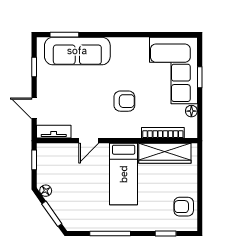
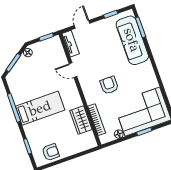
armchair: (124, 101) -> (109, 85), turned 180
wardrobe: (165, 153) -> (81, 120), width x0.67
bed: (124, 174) -> (40, 108), moved, turned 180
armchair: (184, 207) -> (51, 152), turned 90

